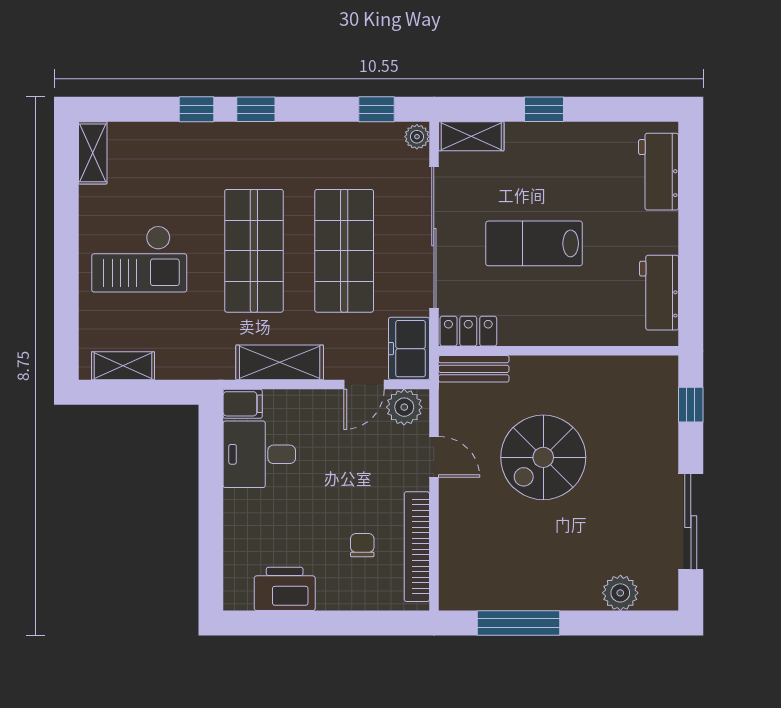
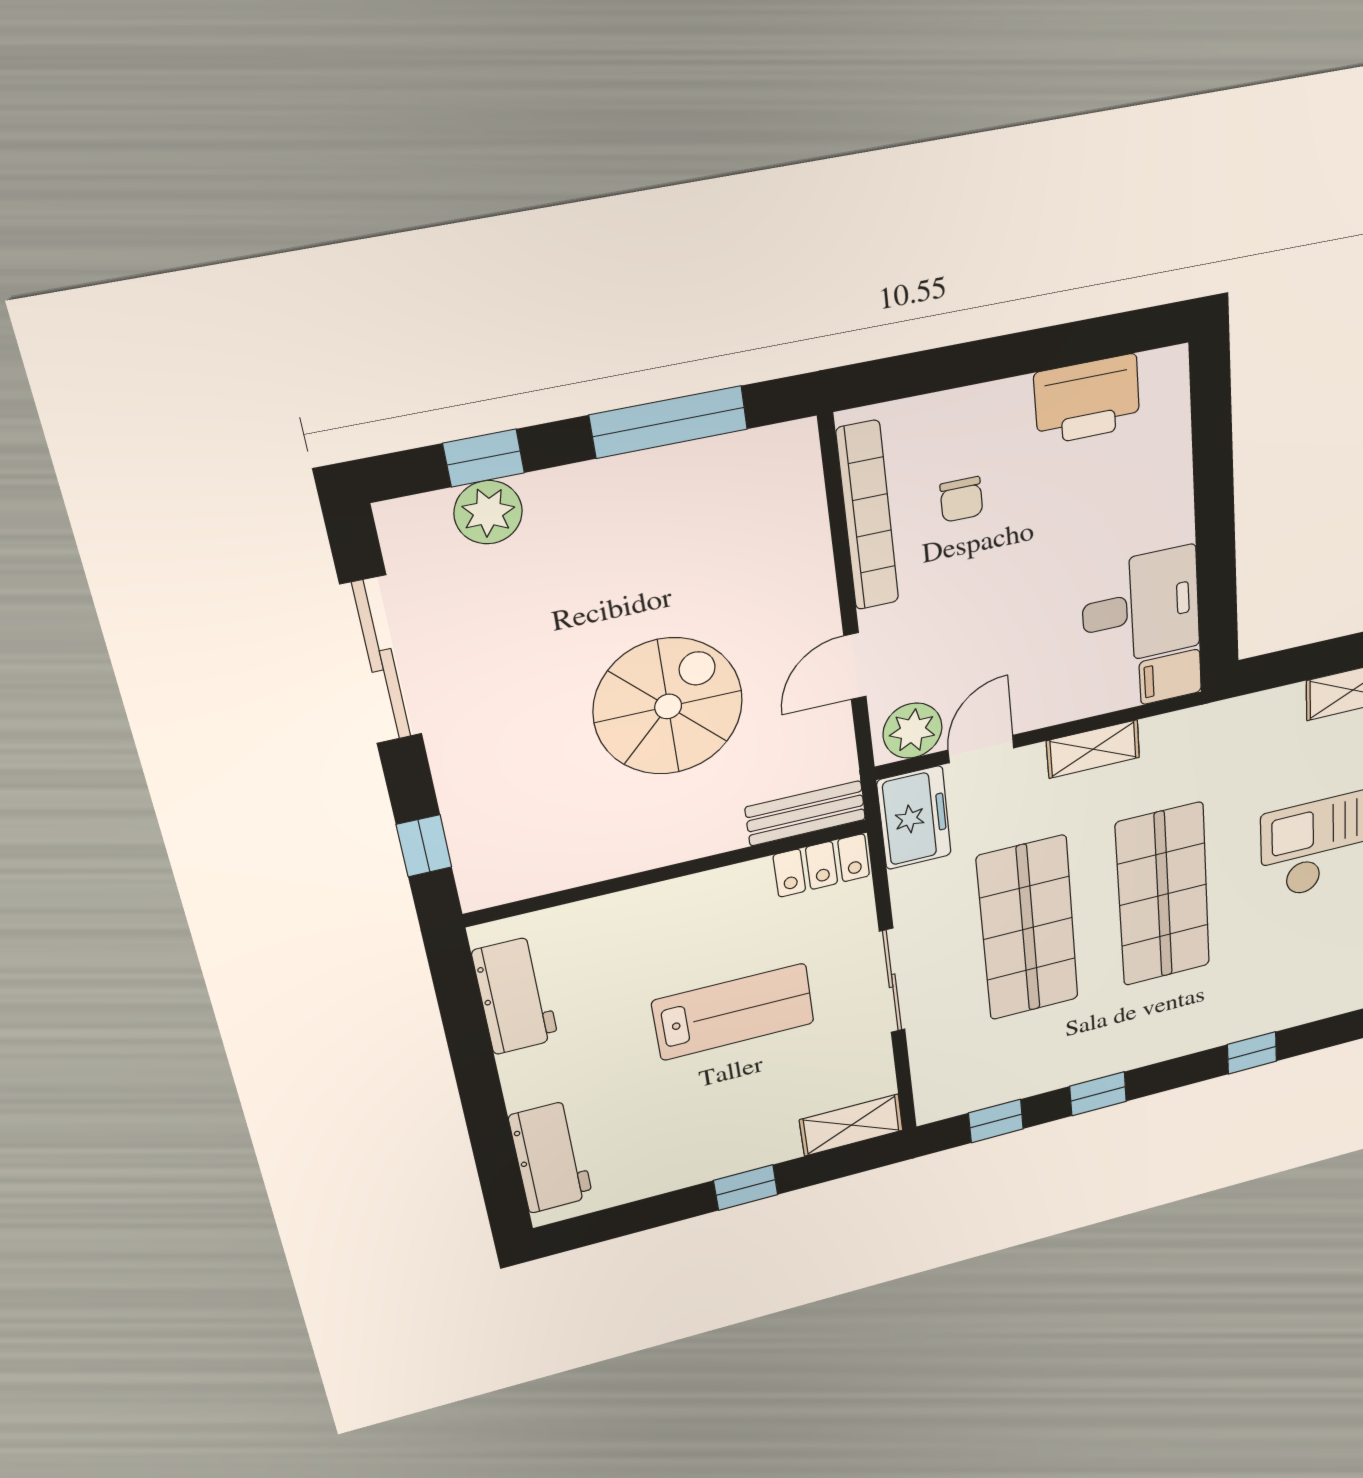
window: (256, 109) -> (1098, 1094), moved
plant: (417, 137) -> (933, 1103), removed
sliding door: (434, 237) -> (892, 981), width x0.54
shelving: (280, 362) -> (1093, 749), width x0.67, depth x0.75
door: (434, 457) -> (855, 666), hinge flipped
window: (617, 623) -> (484, 458), added

